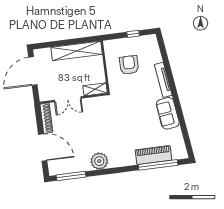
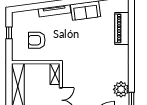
plant: (99, 161) -> (121, 89), moved
window: (158, 165) -> (131, 25), removed

